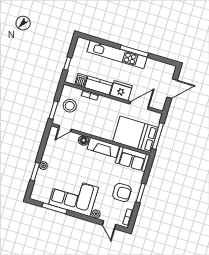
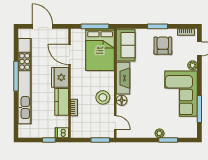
kitchen unit: (117, 54) -> (25, 81), width x1.36
dishwasher: (81, 80) -> (62, 133), moved
stool: (70, 106) -> (103, 97), moved

